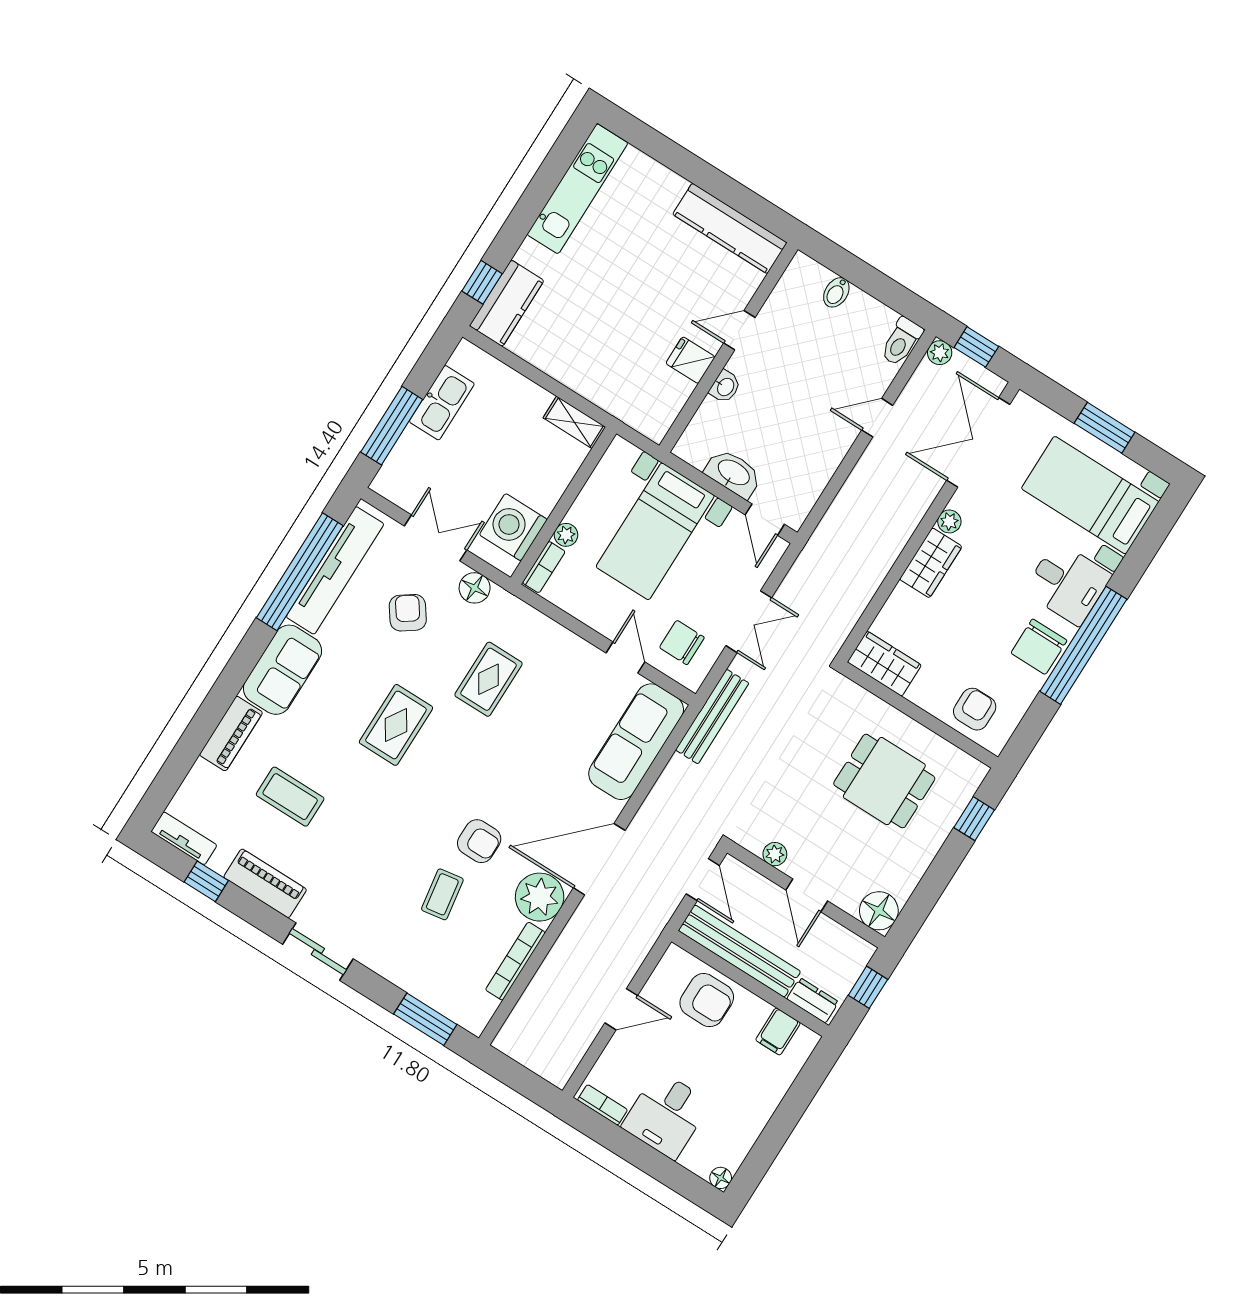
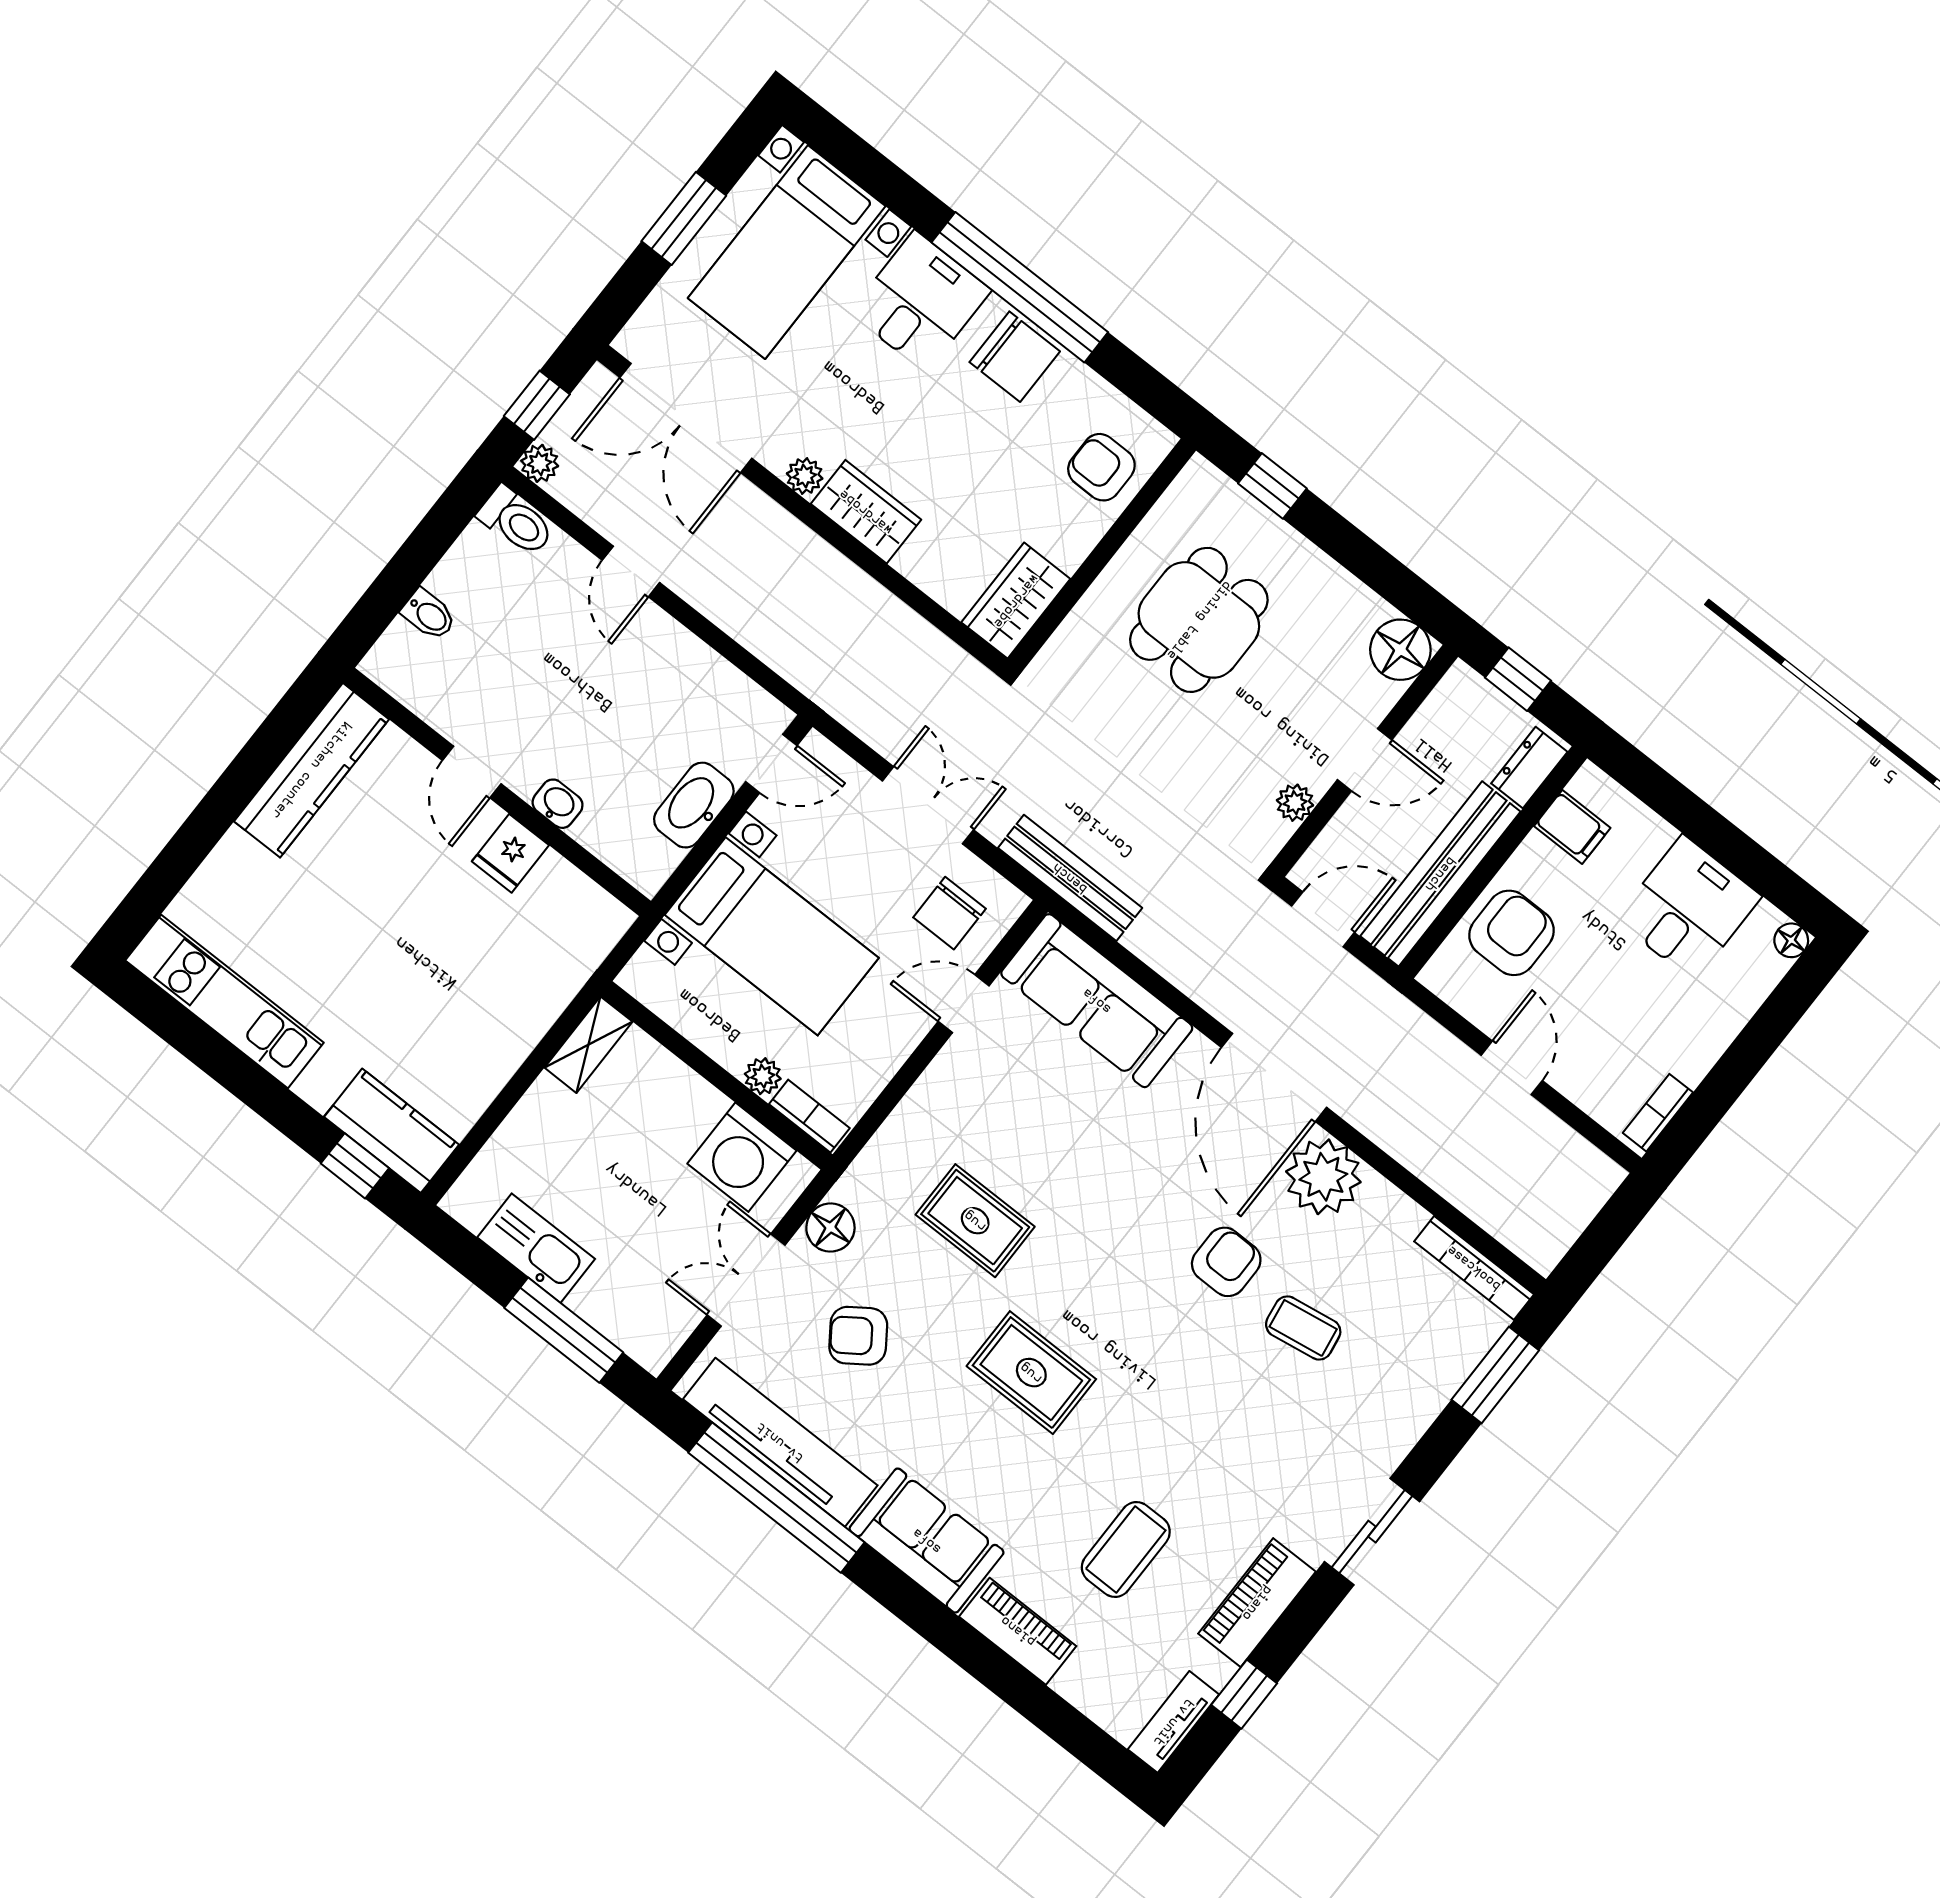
bookcase: (515, 961) -> (1474, 1268), moved
desk: (666, 1115) -> (1688, 908), moved, turned -90

